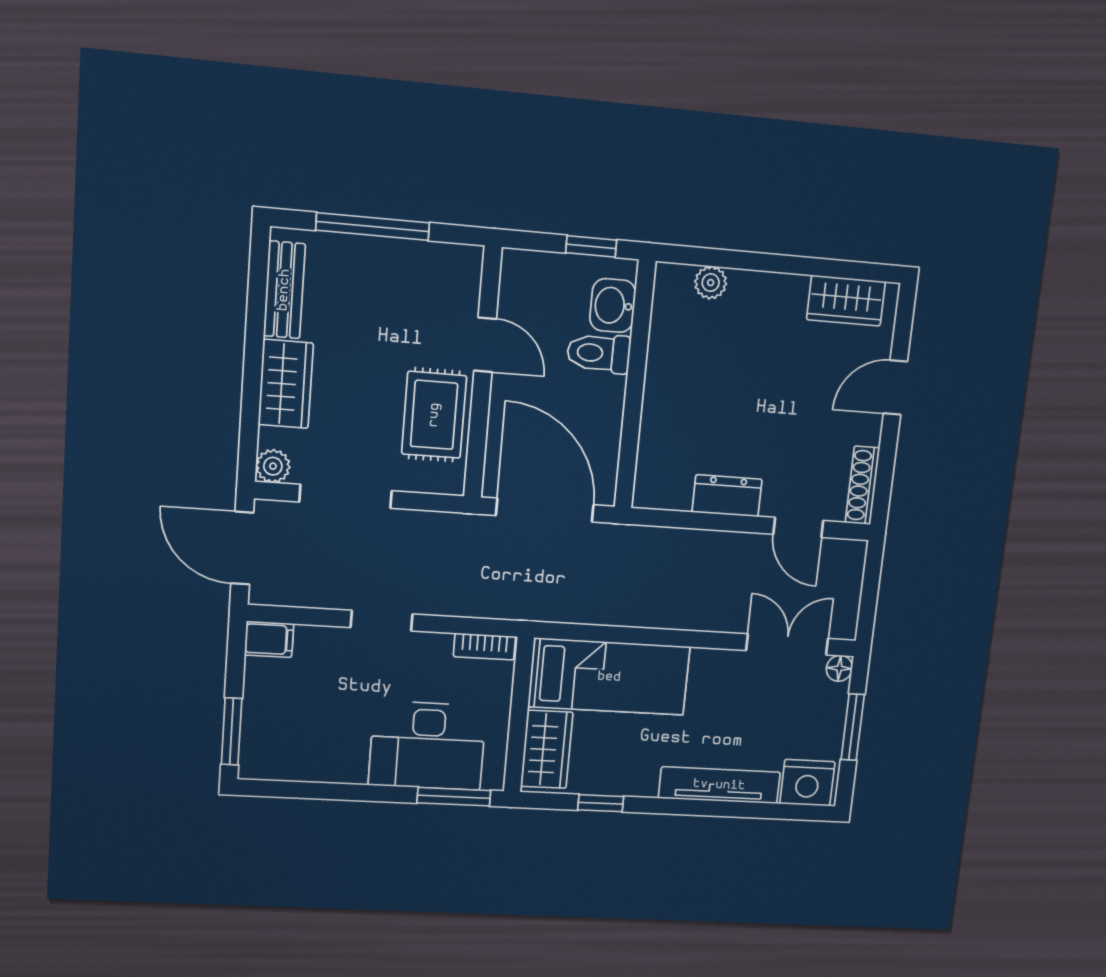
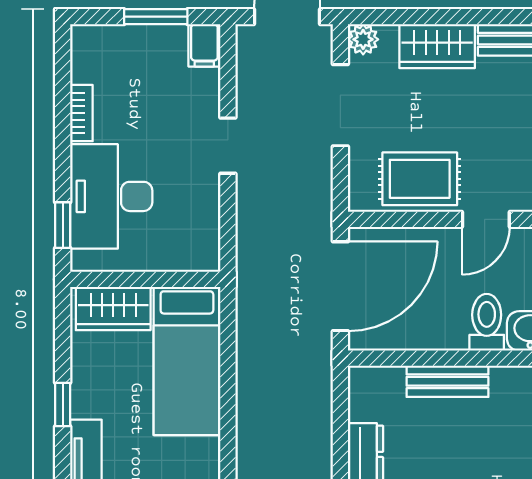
bench: (658, 401) -> (447, 381), added
bookcase: (484, 647) -> (81, 113), moved, turned 180
window: (231, 732) -> (156, 17), moved
window: (454, 797) -> (63, 225), width x0.67
window: (601, 803) -> (63, 405), moved

